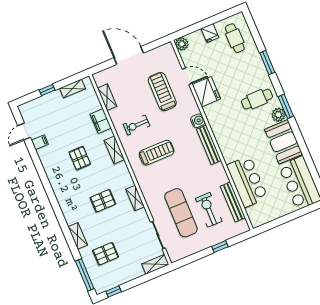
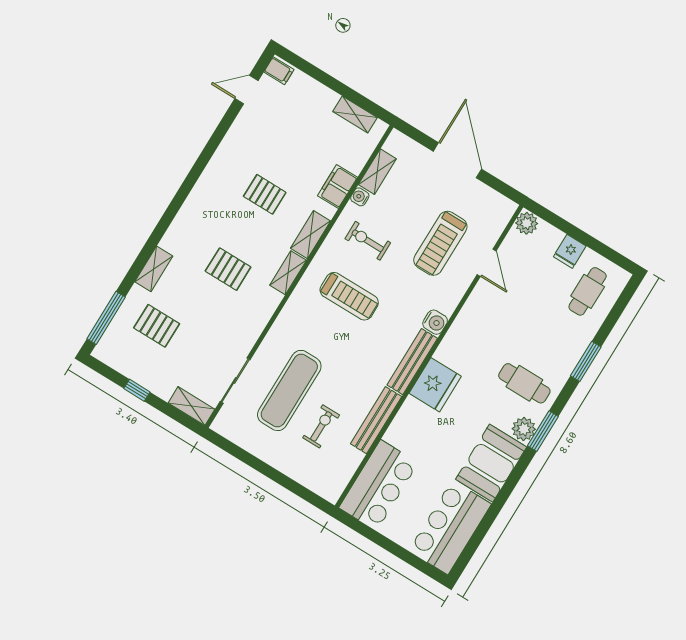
window: (47, 90) -> (327, 80), removed
treadmill: (162, 92) -> (440, 243), turned 180
fridge: (206, 92) -> (435, 385), moved
water cooler: (113, 114) -> (360, 197), added
filing cabinet: (40, 142) -> (279, 71), moved
pallet: (80, 158) -> (265, 194), turned 90
bar counter: (247, 182) -> (379, 485), moved
shelving: (135, 198) -> (288, 273), moved
bench: (233, 202) -> (376, 420), moved
exercise bike: (209, 210) -> (321, 426), width x0.73, depth x0.72
window: (220, 247) -> (281, 479), removed
window: (114, 292) -> (137, 390), moved

